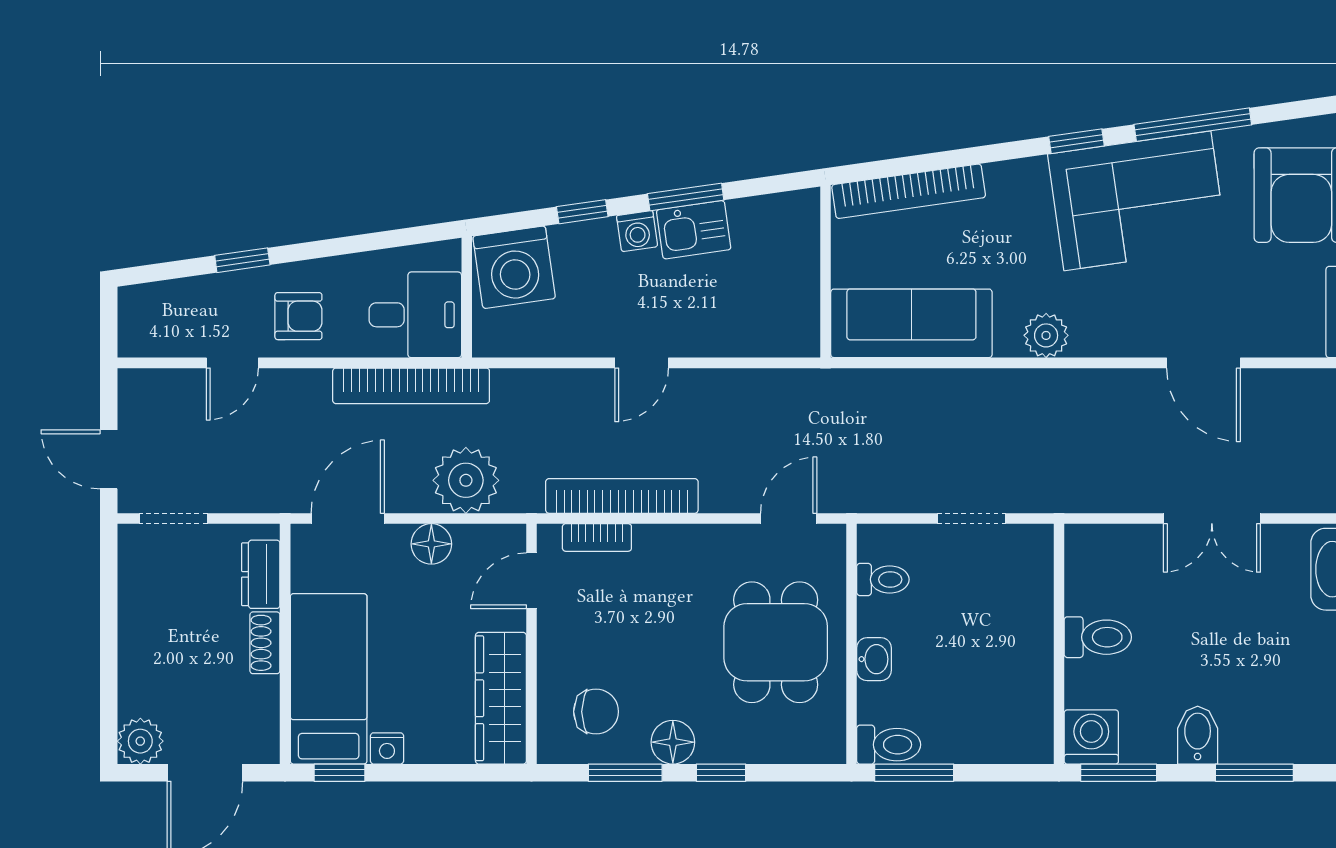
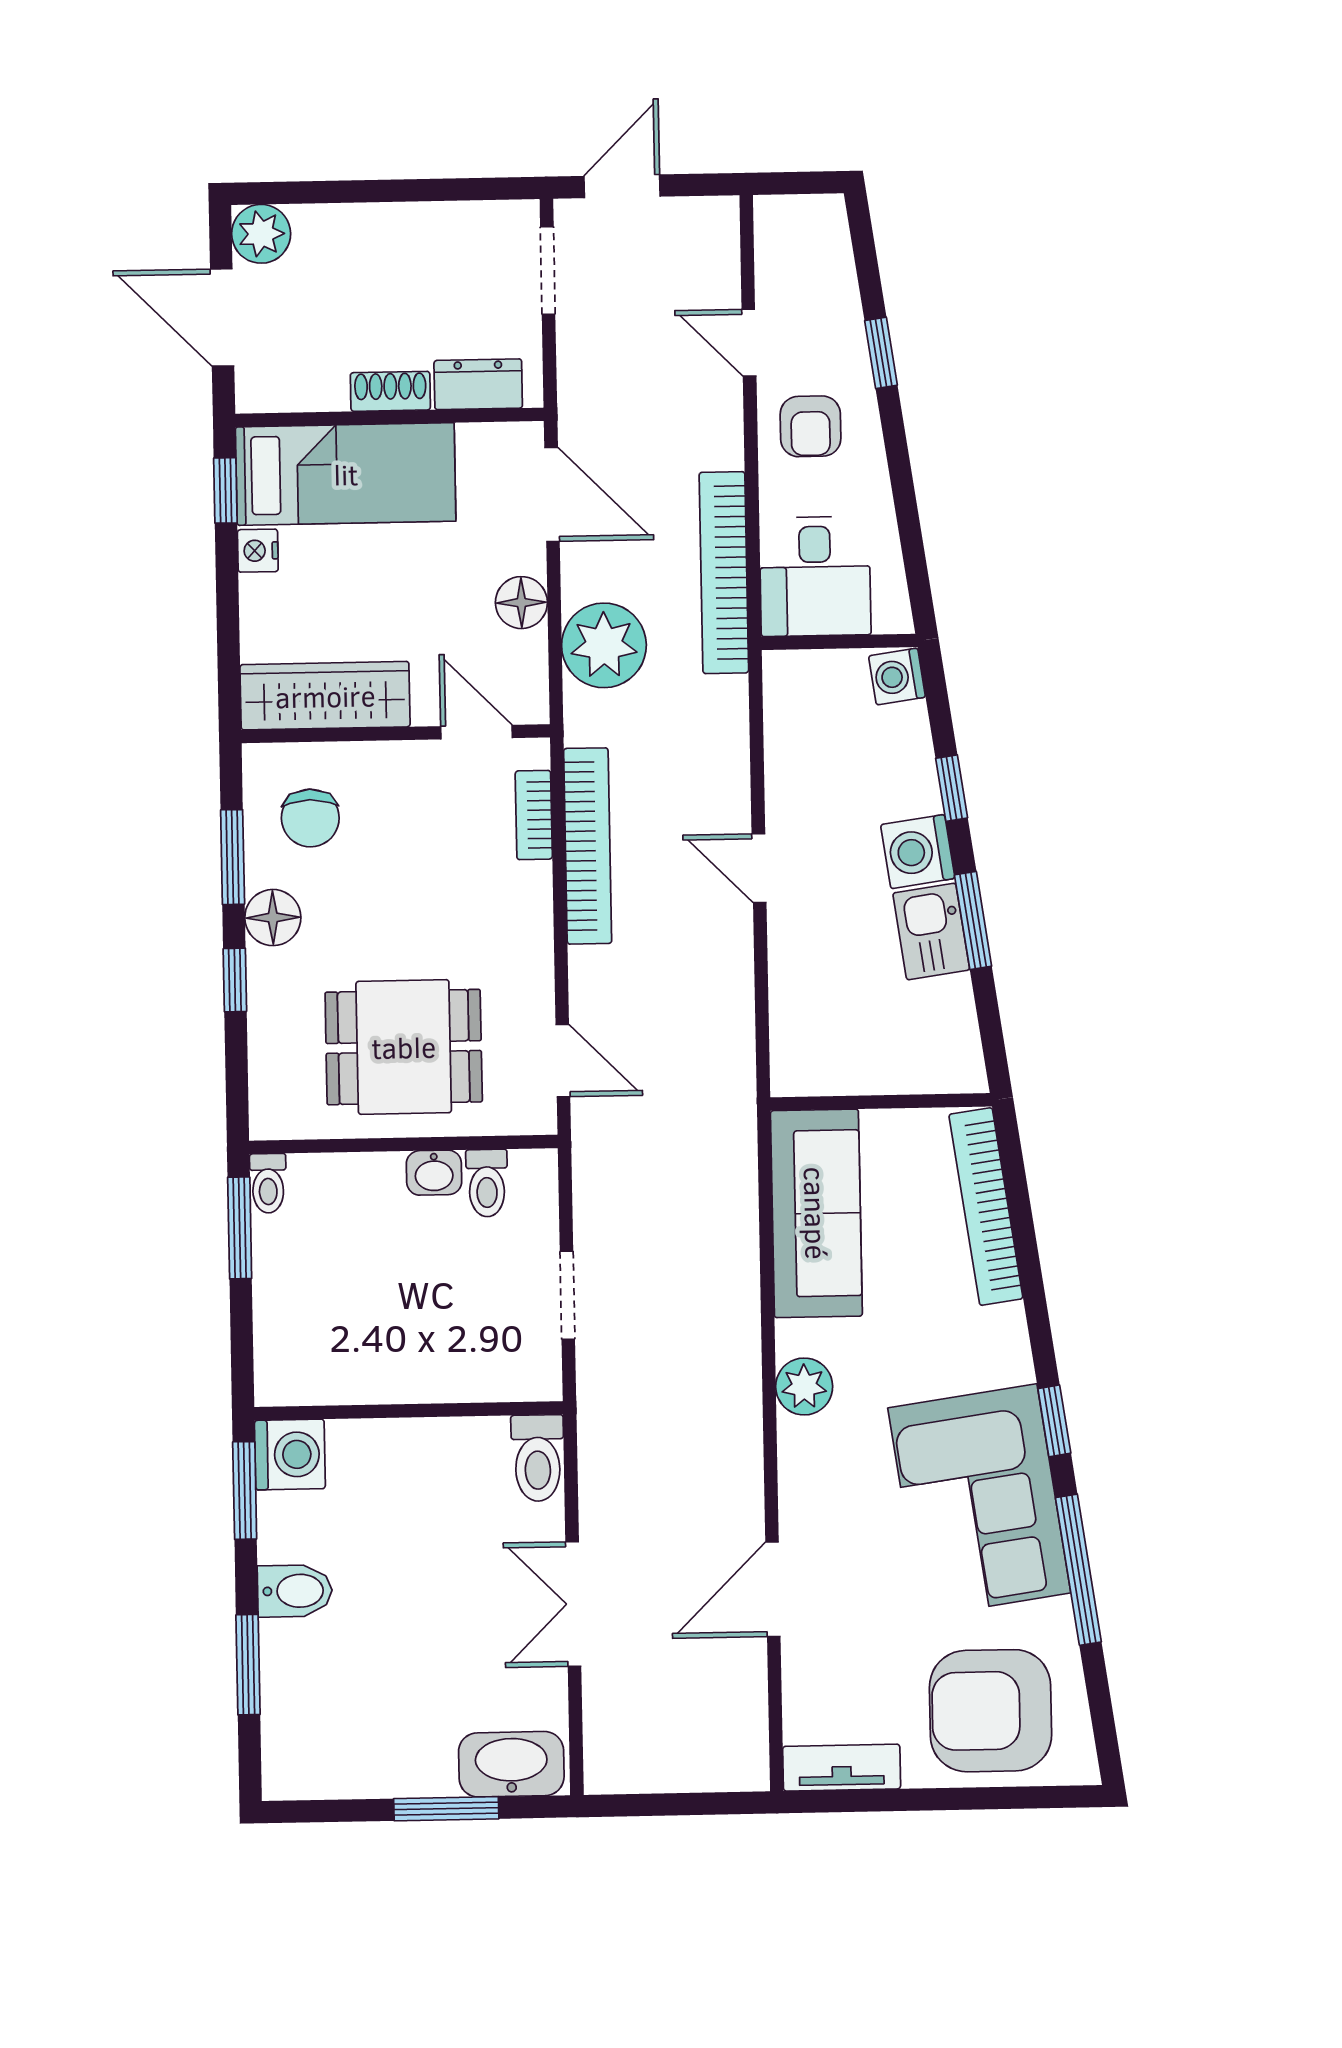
washing machine: (637, 231) -> (918, 852), width x1.38, depth x1.38
washing machine: (514, 267) -> (897, 677), width x0.53, depth x0.53
toilet: (1098, 637) -> (538, 1458), moved
washbasin: (874, 659) -> (434, 1173), moved
toilet: (889, 745) -> (268, 1183), width x0.73, depth x0.72

